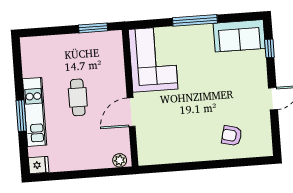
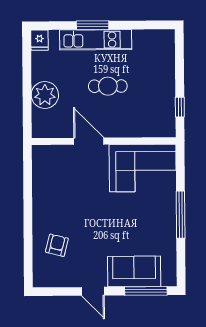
window: (93, 28) -> (180, 107), width x0.67
sofa: (239, 36) -> (134, 271), moved, turned 90
window: (269, 48) -> (146, 291), width x2.17
plant: (120, 160) -> (45, 95), moved, width x1.87, depth x1.87

